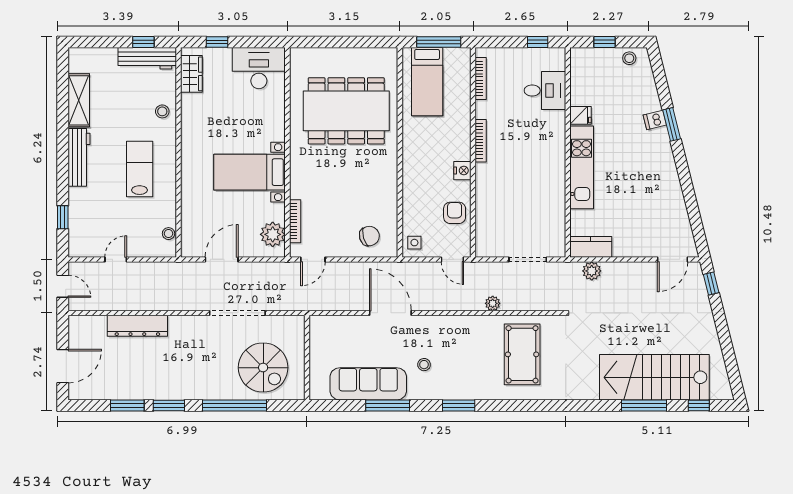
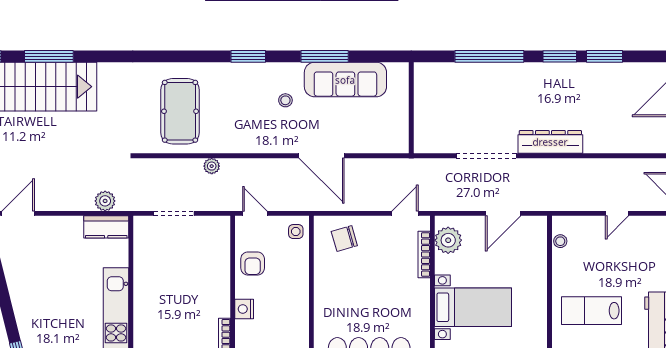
lab bench: (140, 169) -> (591, 311), turned 90
dresser: (137, 326) -> (550, 142), moved
spiral stairs: (263, 368) -> (459, 97), removed

